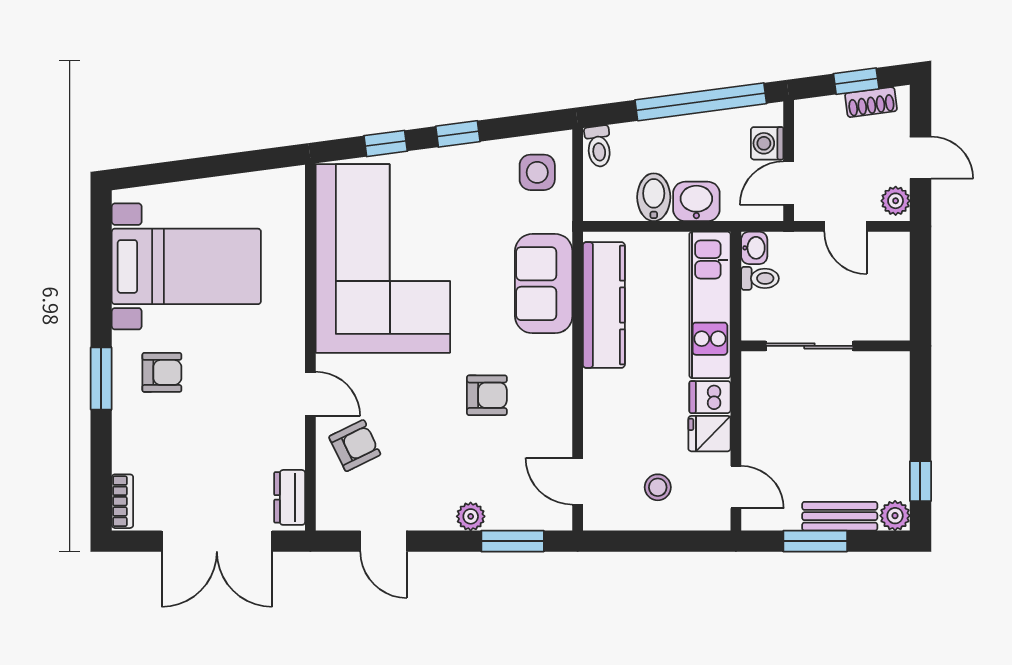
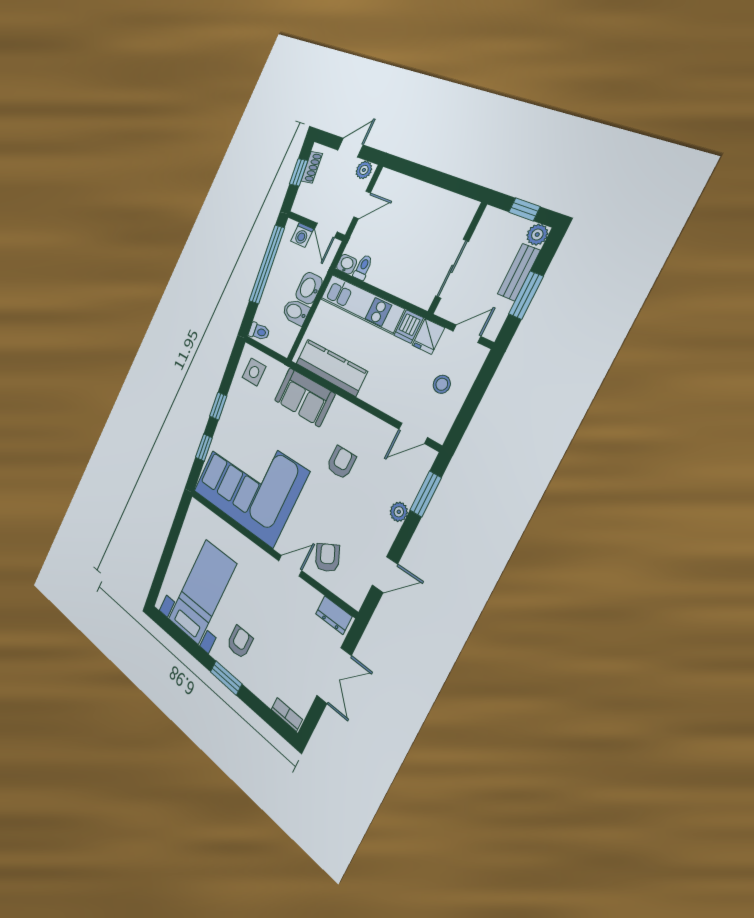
sliding door: (809, 346) -> (452, 269), moved
wall: (826, 346) -> (457, 258), moved
double door: (217, 541) -> (334, 676), width x0.73

